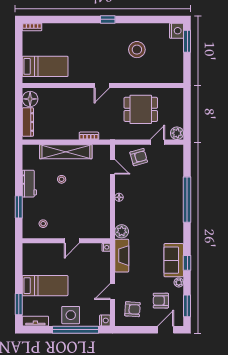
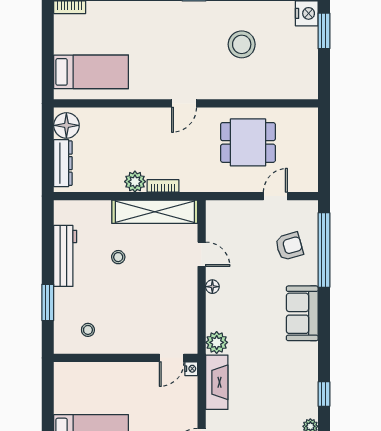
plant: (177, 133) -> (135, 182), moved
shelving: (66, 152) -> (155, 212), moved
armchair: (139, 157) -> (289, 246), moved
door: (112, 167) -> (202, 254), moved
workbench: (29, 184) -> (65, 256), width x1.38
window: (187, 200) -> (324, 250), moved
door: (72, 241) -> (172, 358), moved
sofa: (174, 260) -> (302, 313), moved

